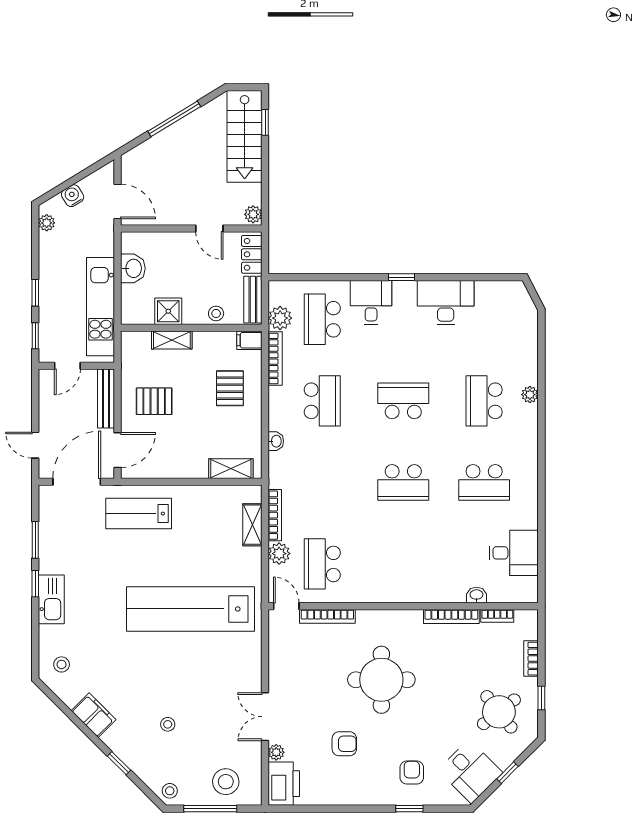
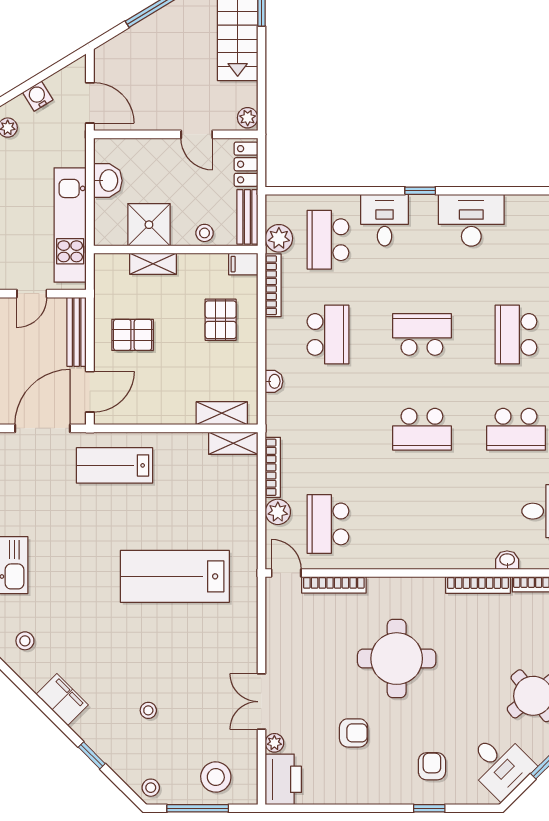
shower: (168, 311) -> (149, 225), width x1.36, depth x1.36
shelving: (252, 525) -> (233, 443), moved, turned 90
lab bench: (191, 609) -> (175, 576), width x0.73

